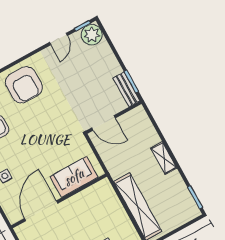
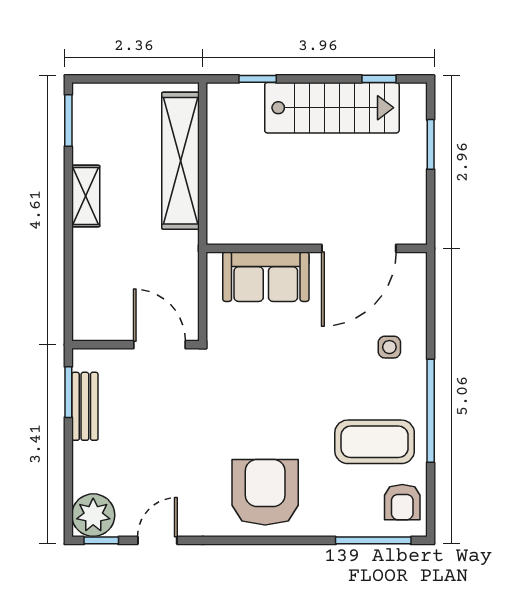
bench: (126, 89) -> (85, 406), moved
shelving: (164, 158) -> (86, 196), moved

